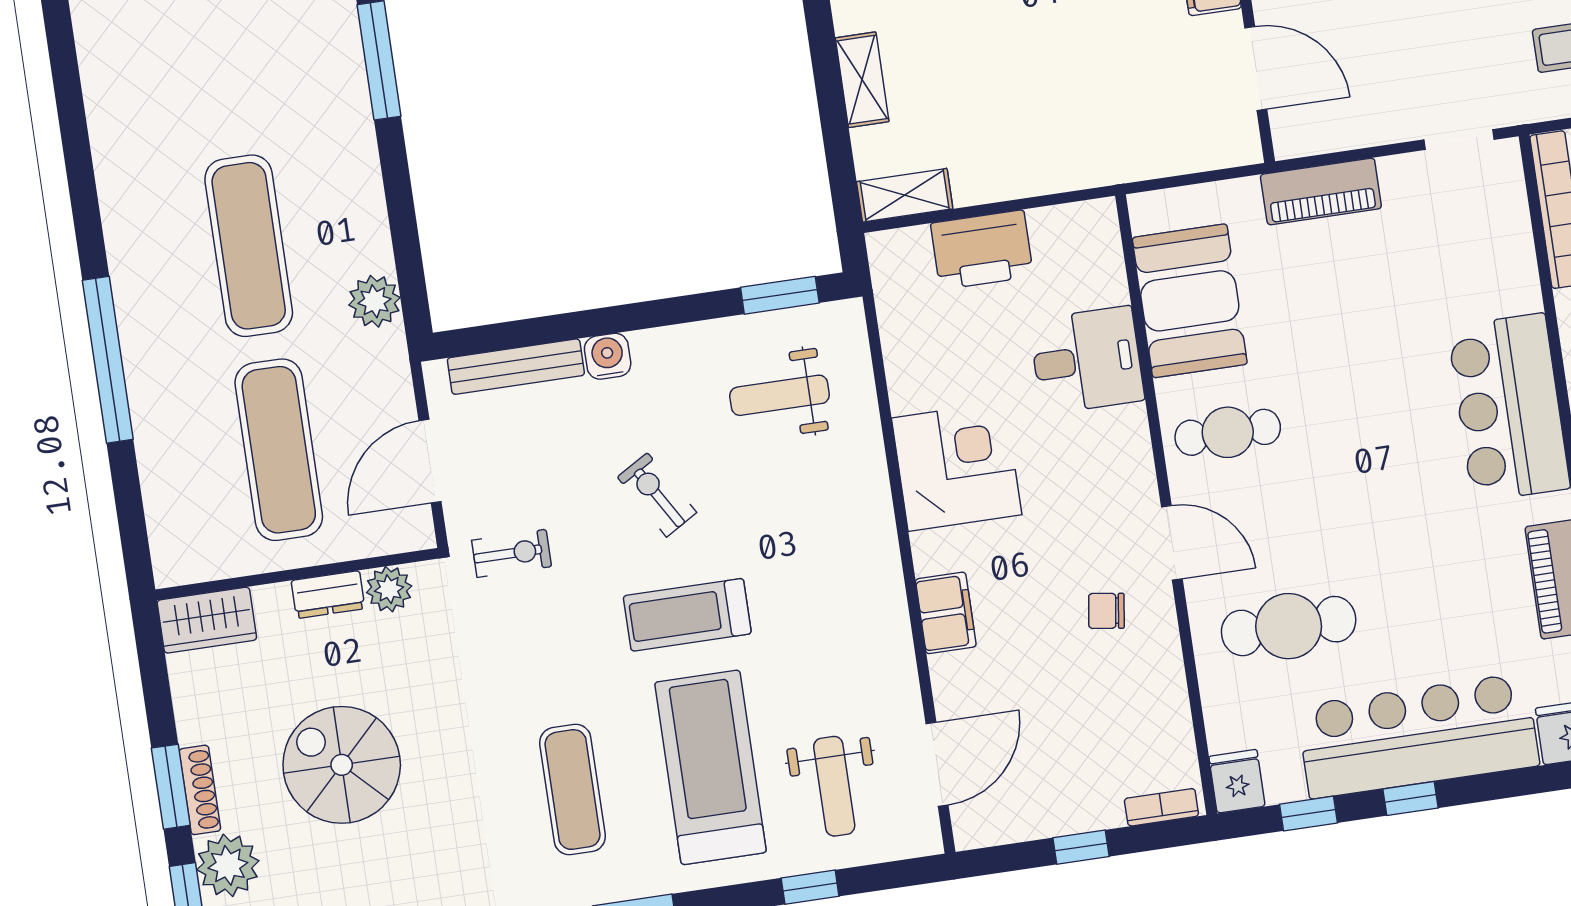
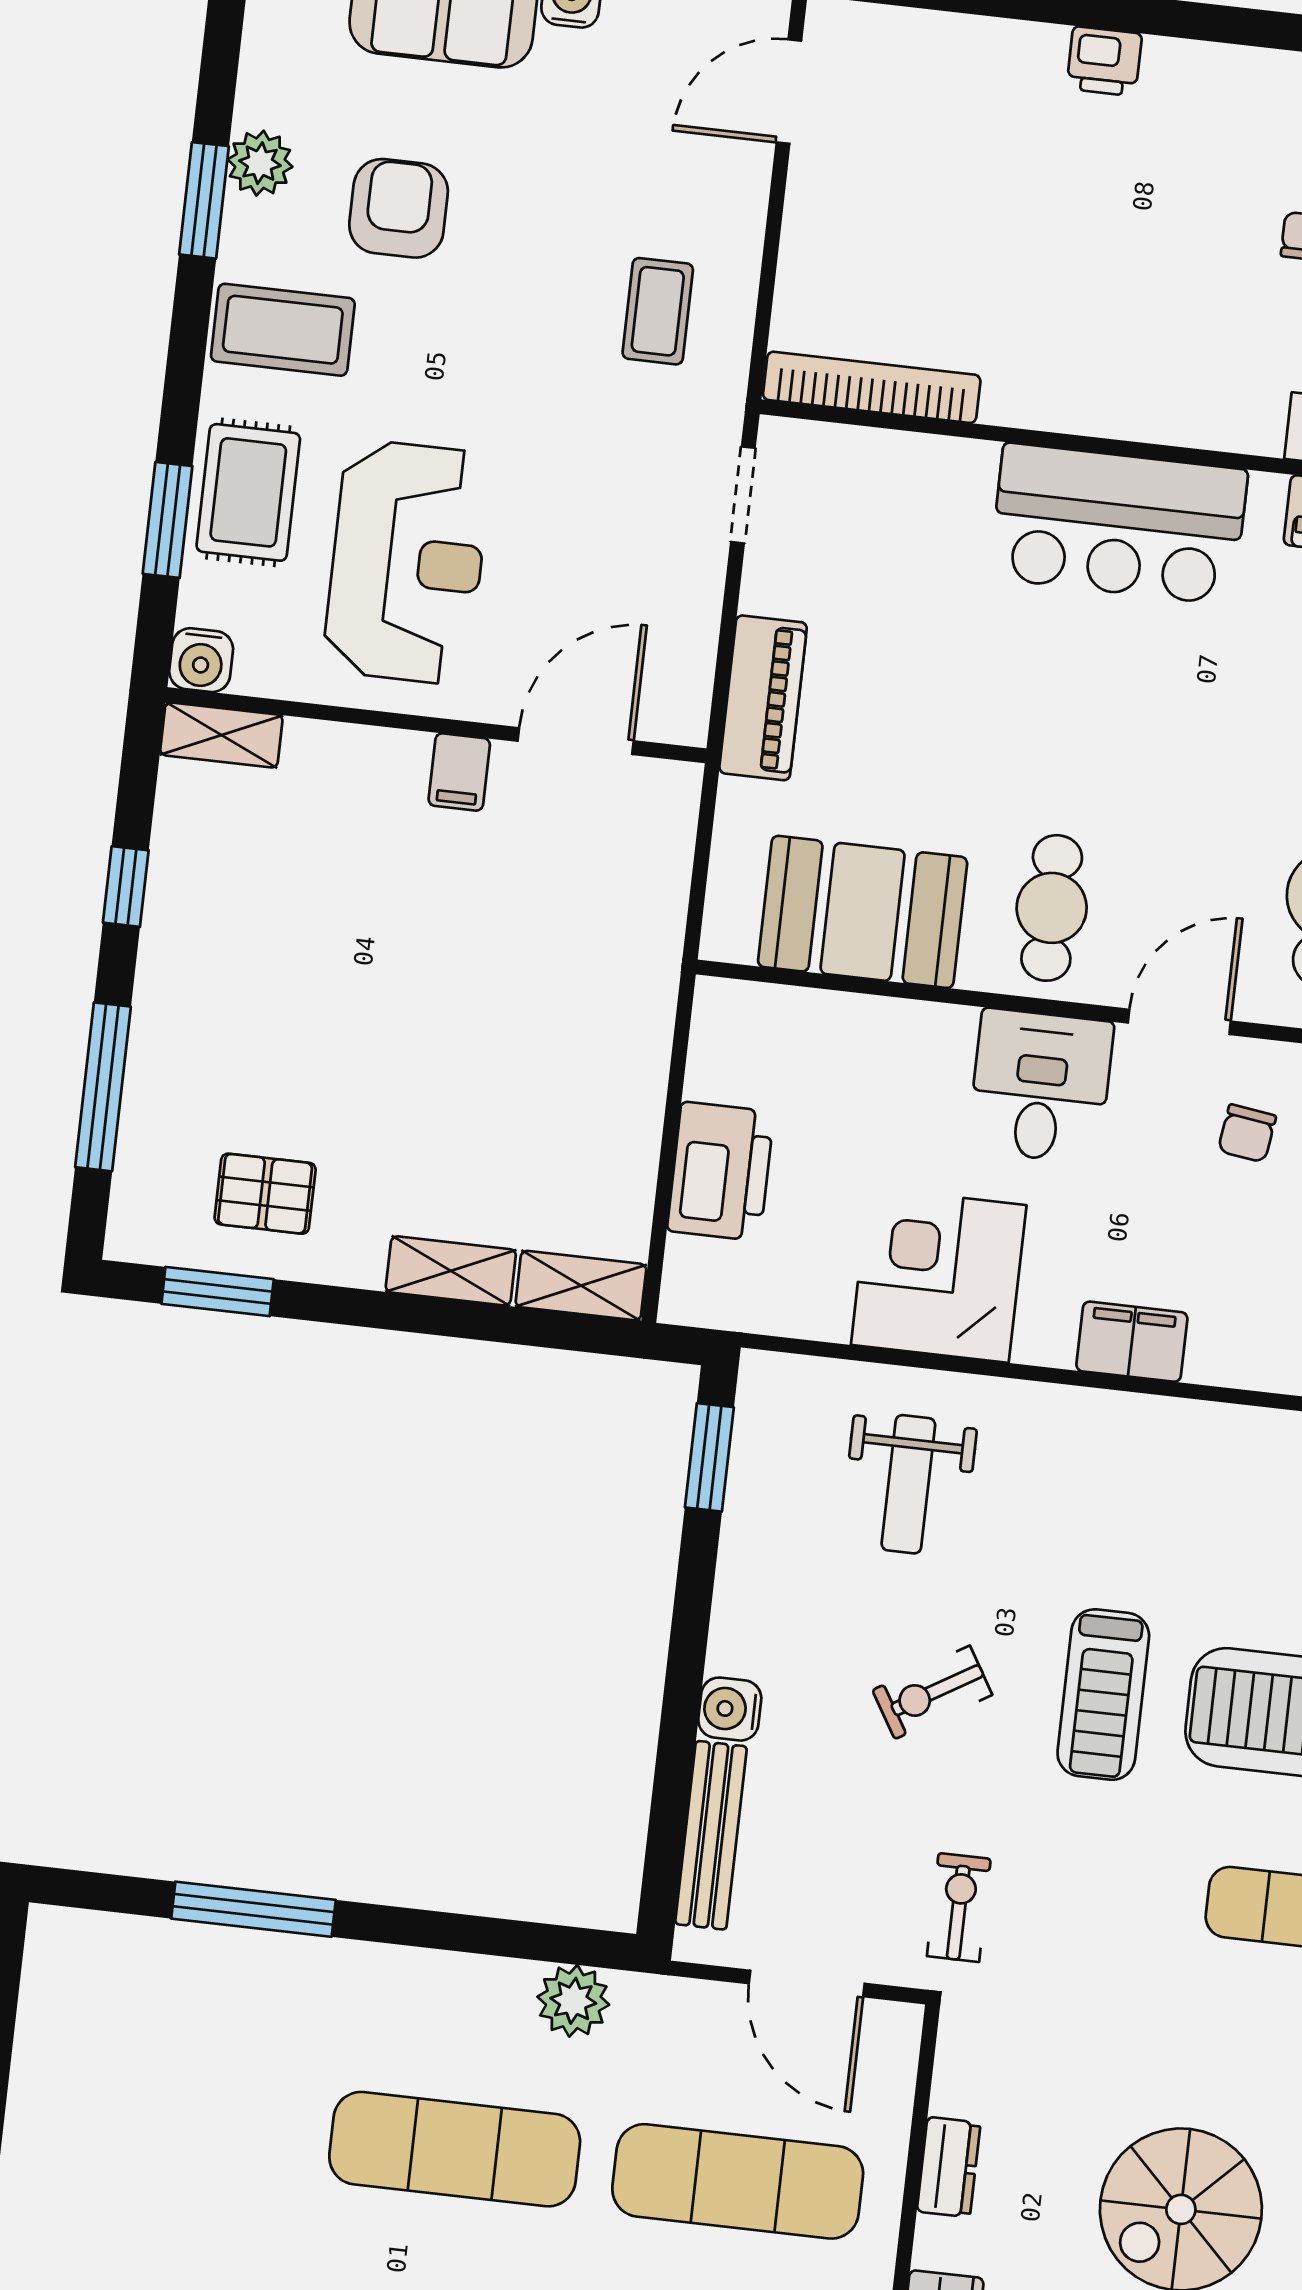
shelving: (905, 195) -> (581, 1286), moved, turned 90
desk: (1087, 360) -> (1040, 1086), moved
weight bench: (779, 395) -> (908, 1484), moved
corner desk: (957, 466) -> (939, 1275), moved
plant: (389, 589) -> (963, 2084), removed
filing cabinet: (946, 613) -> (1132, 1342), moved

